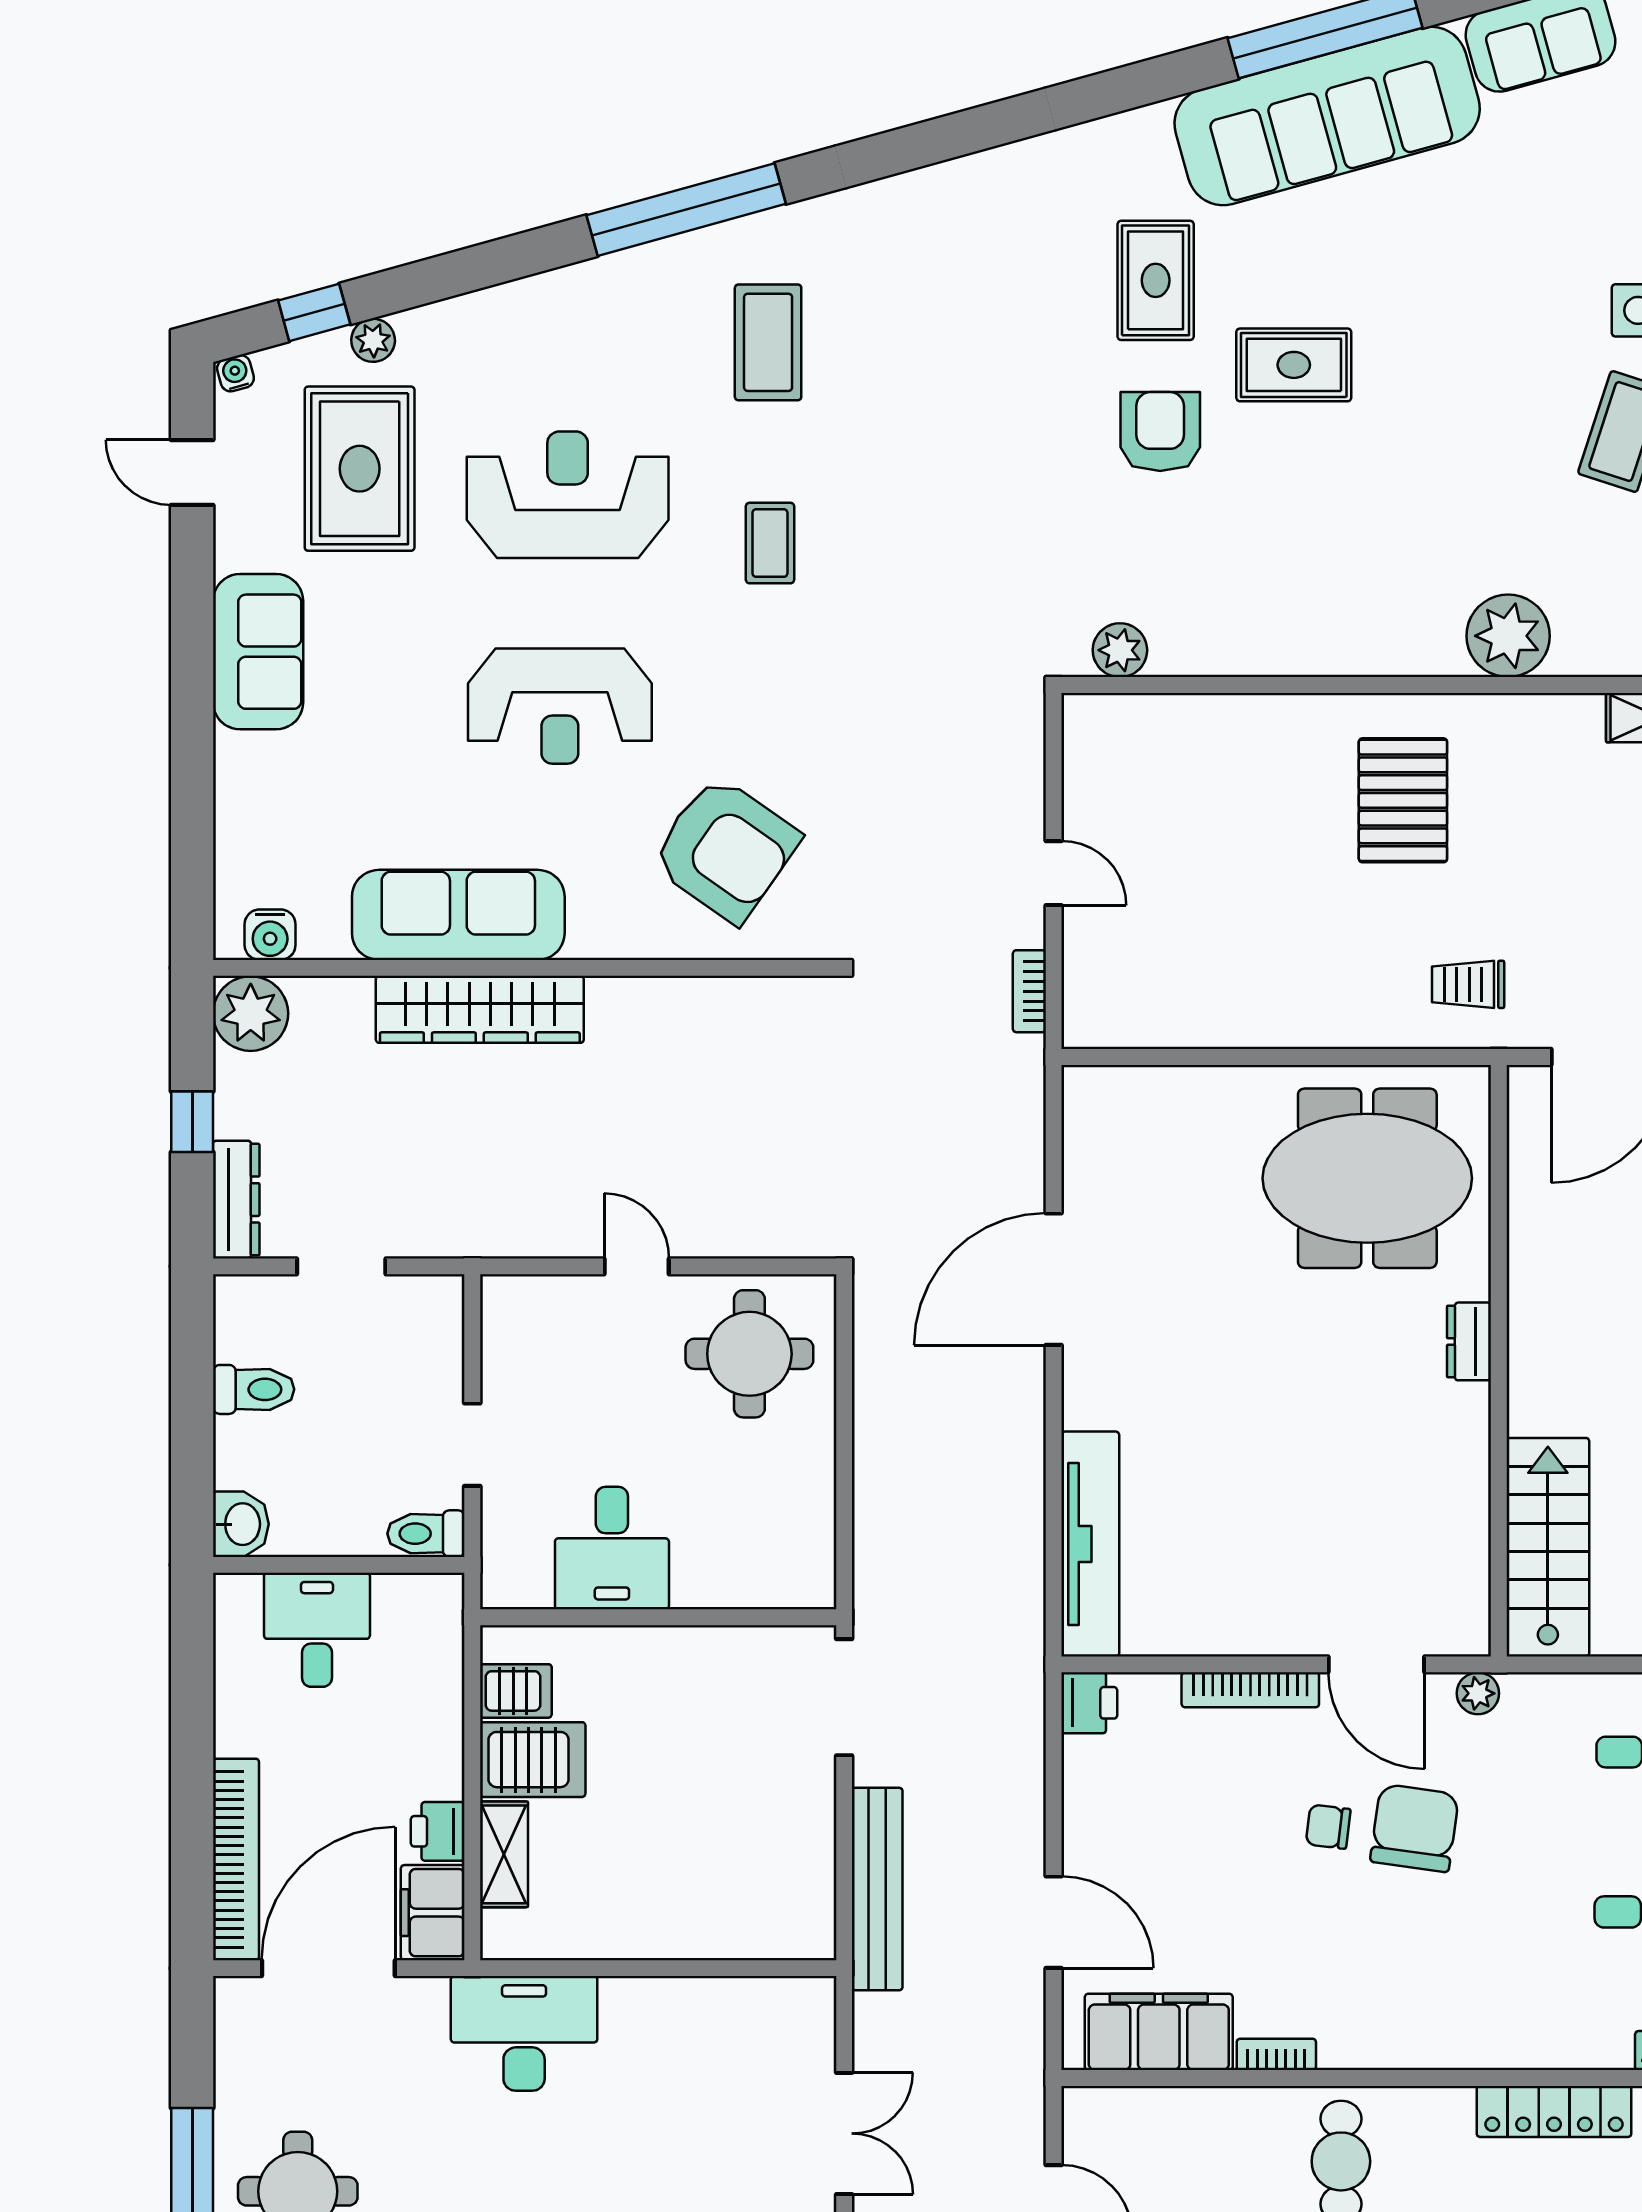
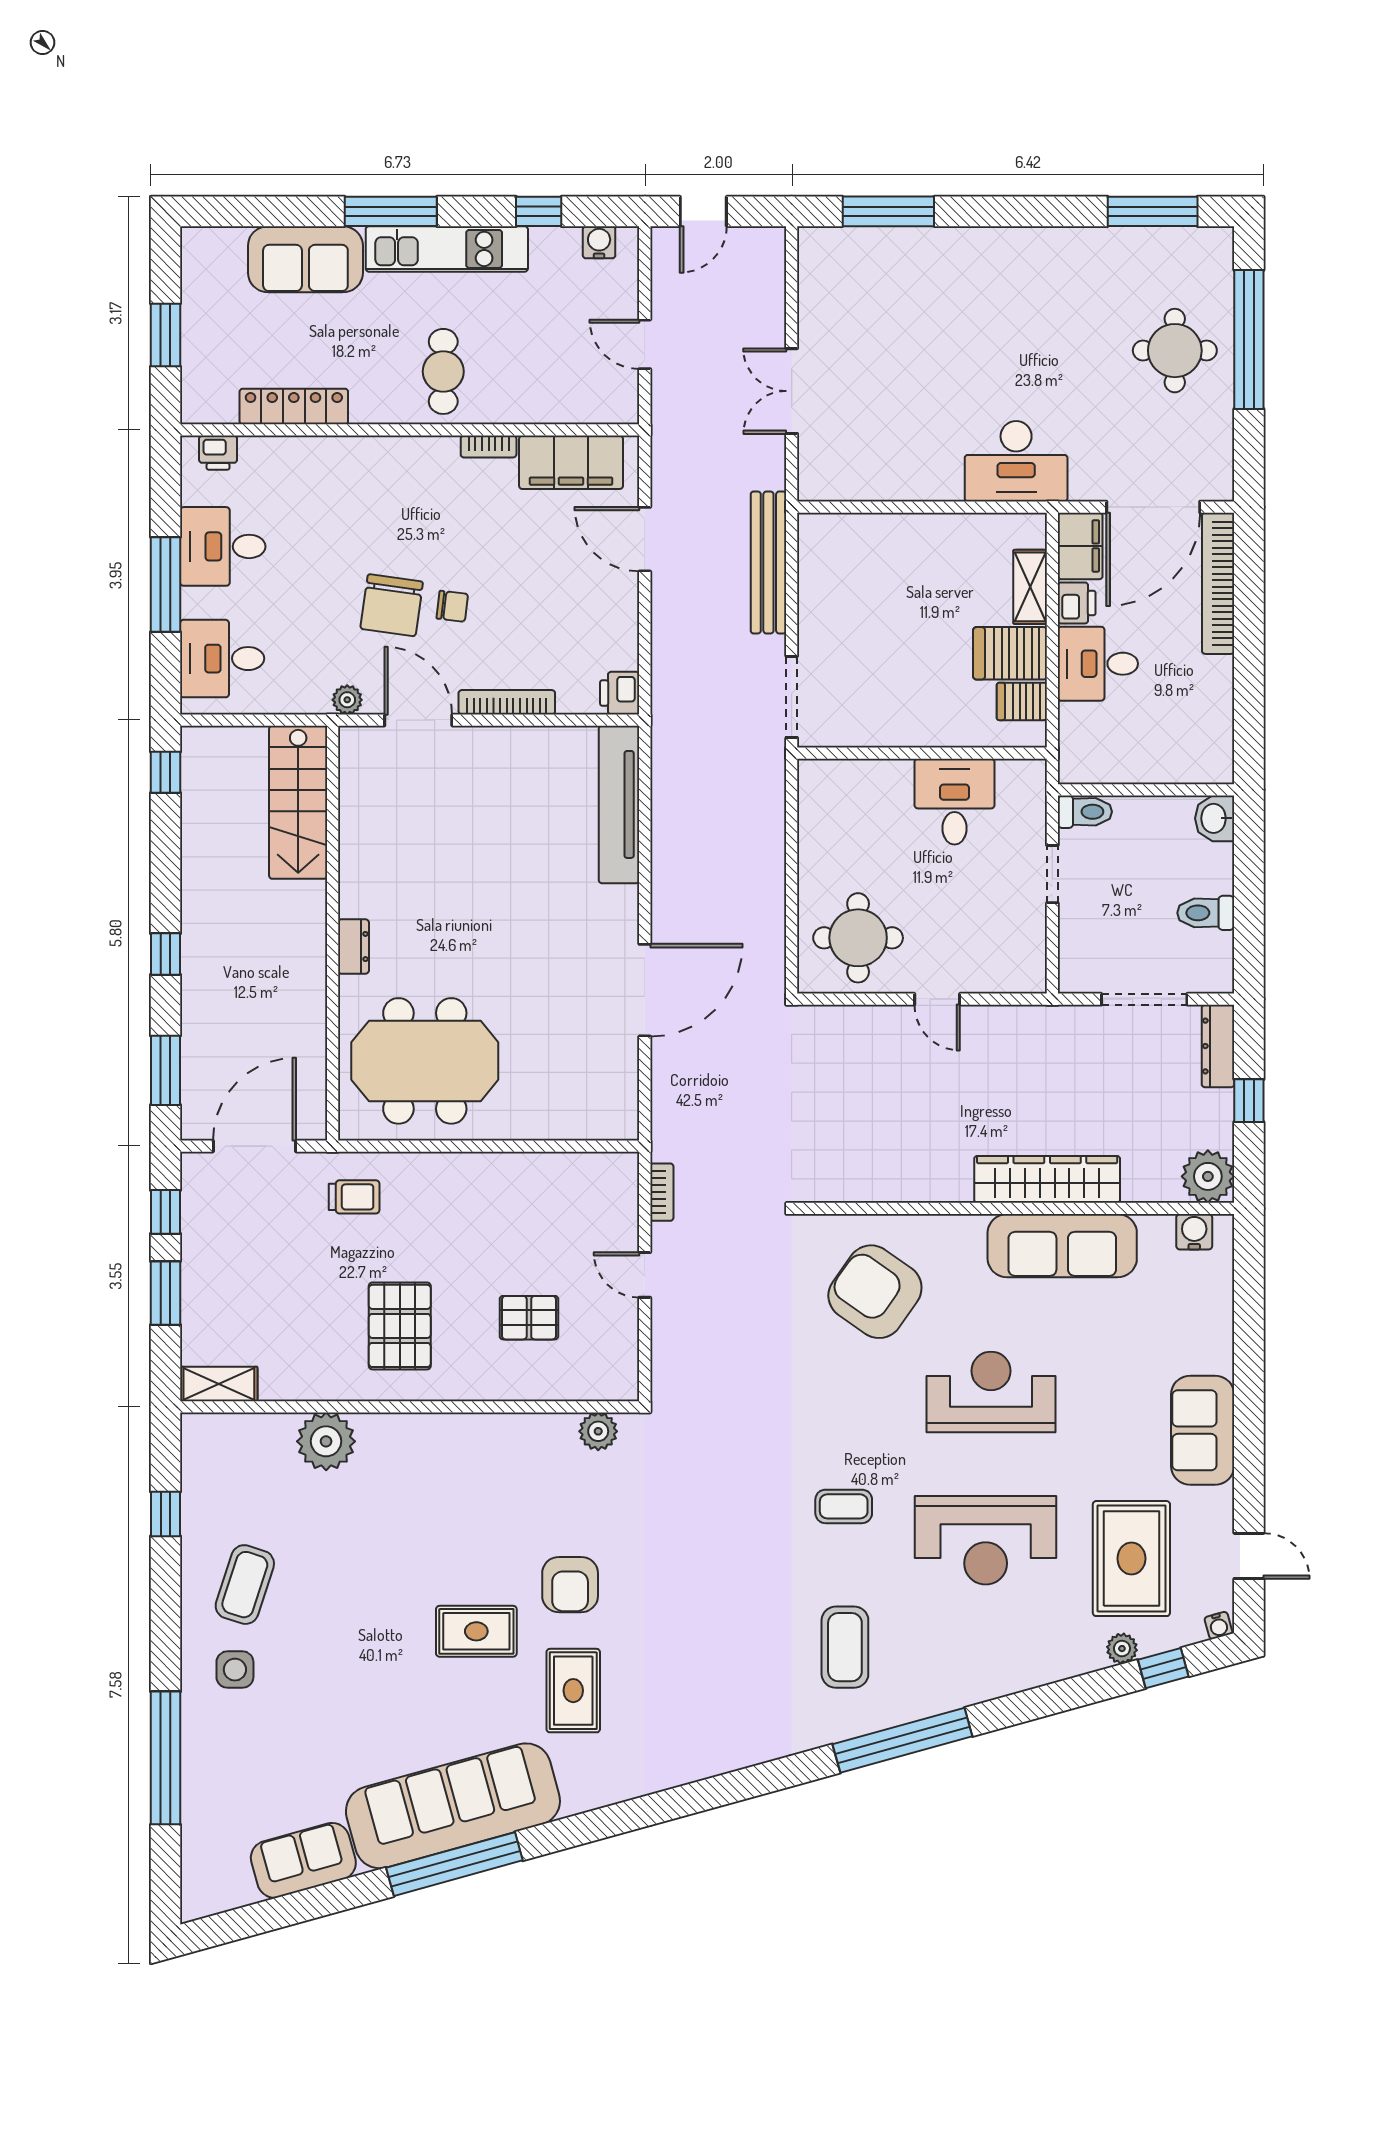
coffee table: (770, 543) -> (844, 1506), turned 90
pallet: (1219, 812) -> (529, 1318), added
doorway: (341, 1266) -> (1144, 999), width x1.38
desk: (317, 1630) -> (1098, 664), moved, turned 90

